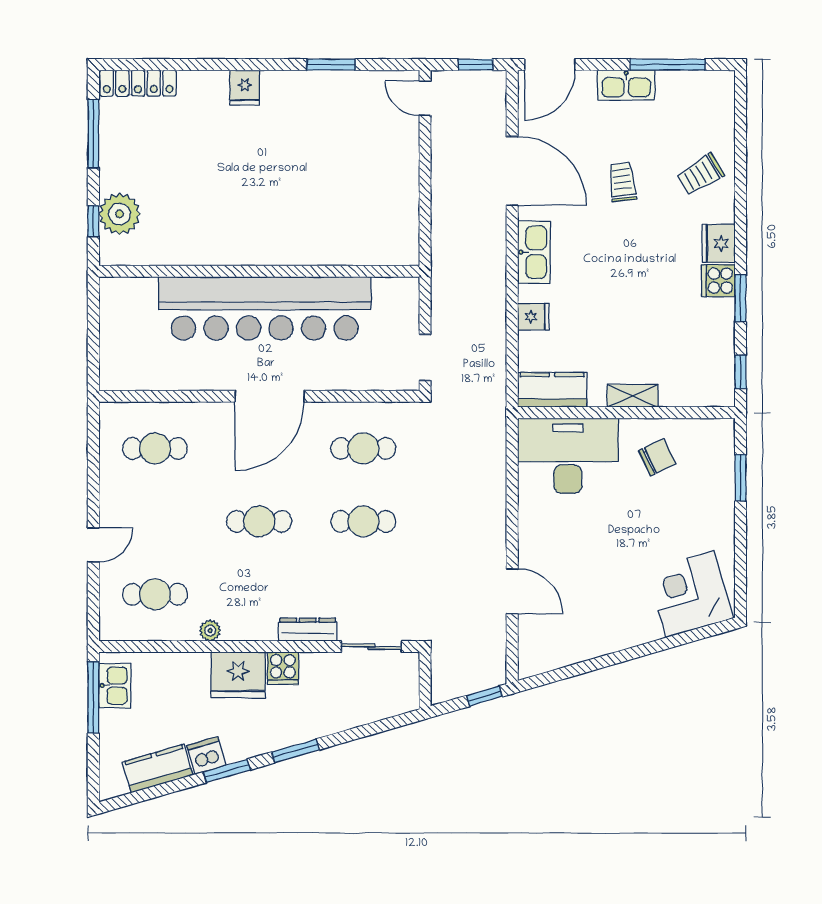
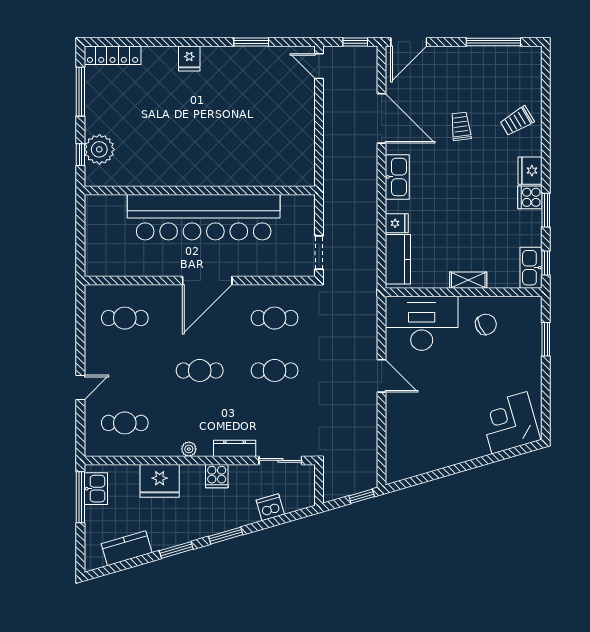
kitchen sink: (626, 85) -> (531, 268), moved, turned 90
kitchen counter: (552, 390) -> (398, 259), moved, turned 90
door: (512, 591) -> (382, 376), moved
plant: (210, 631) -> (189, 449), moved
fridge: (238, 675) -> (160, 481), moved
dishwasher: (206, 755) -> (270, 507), moved

